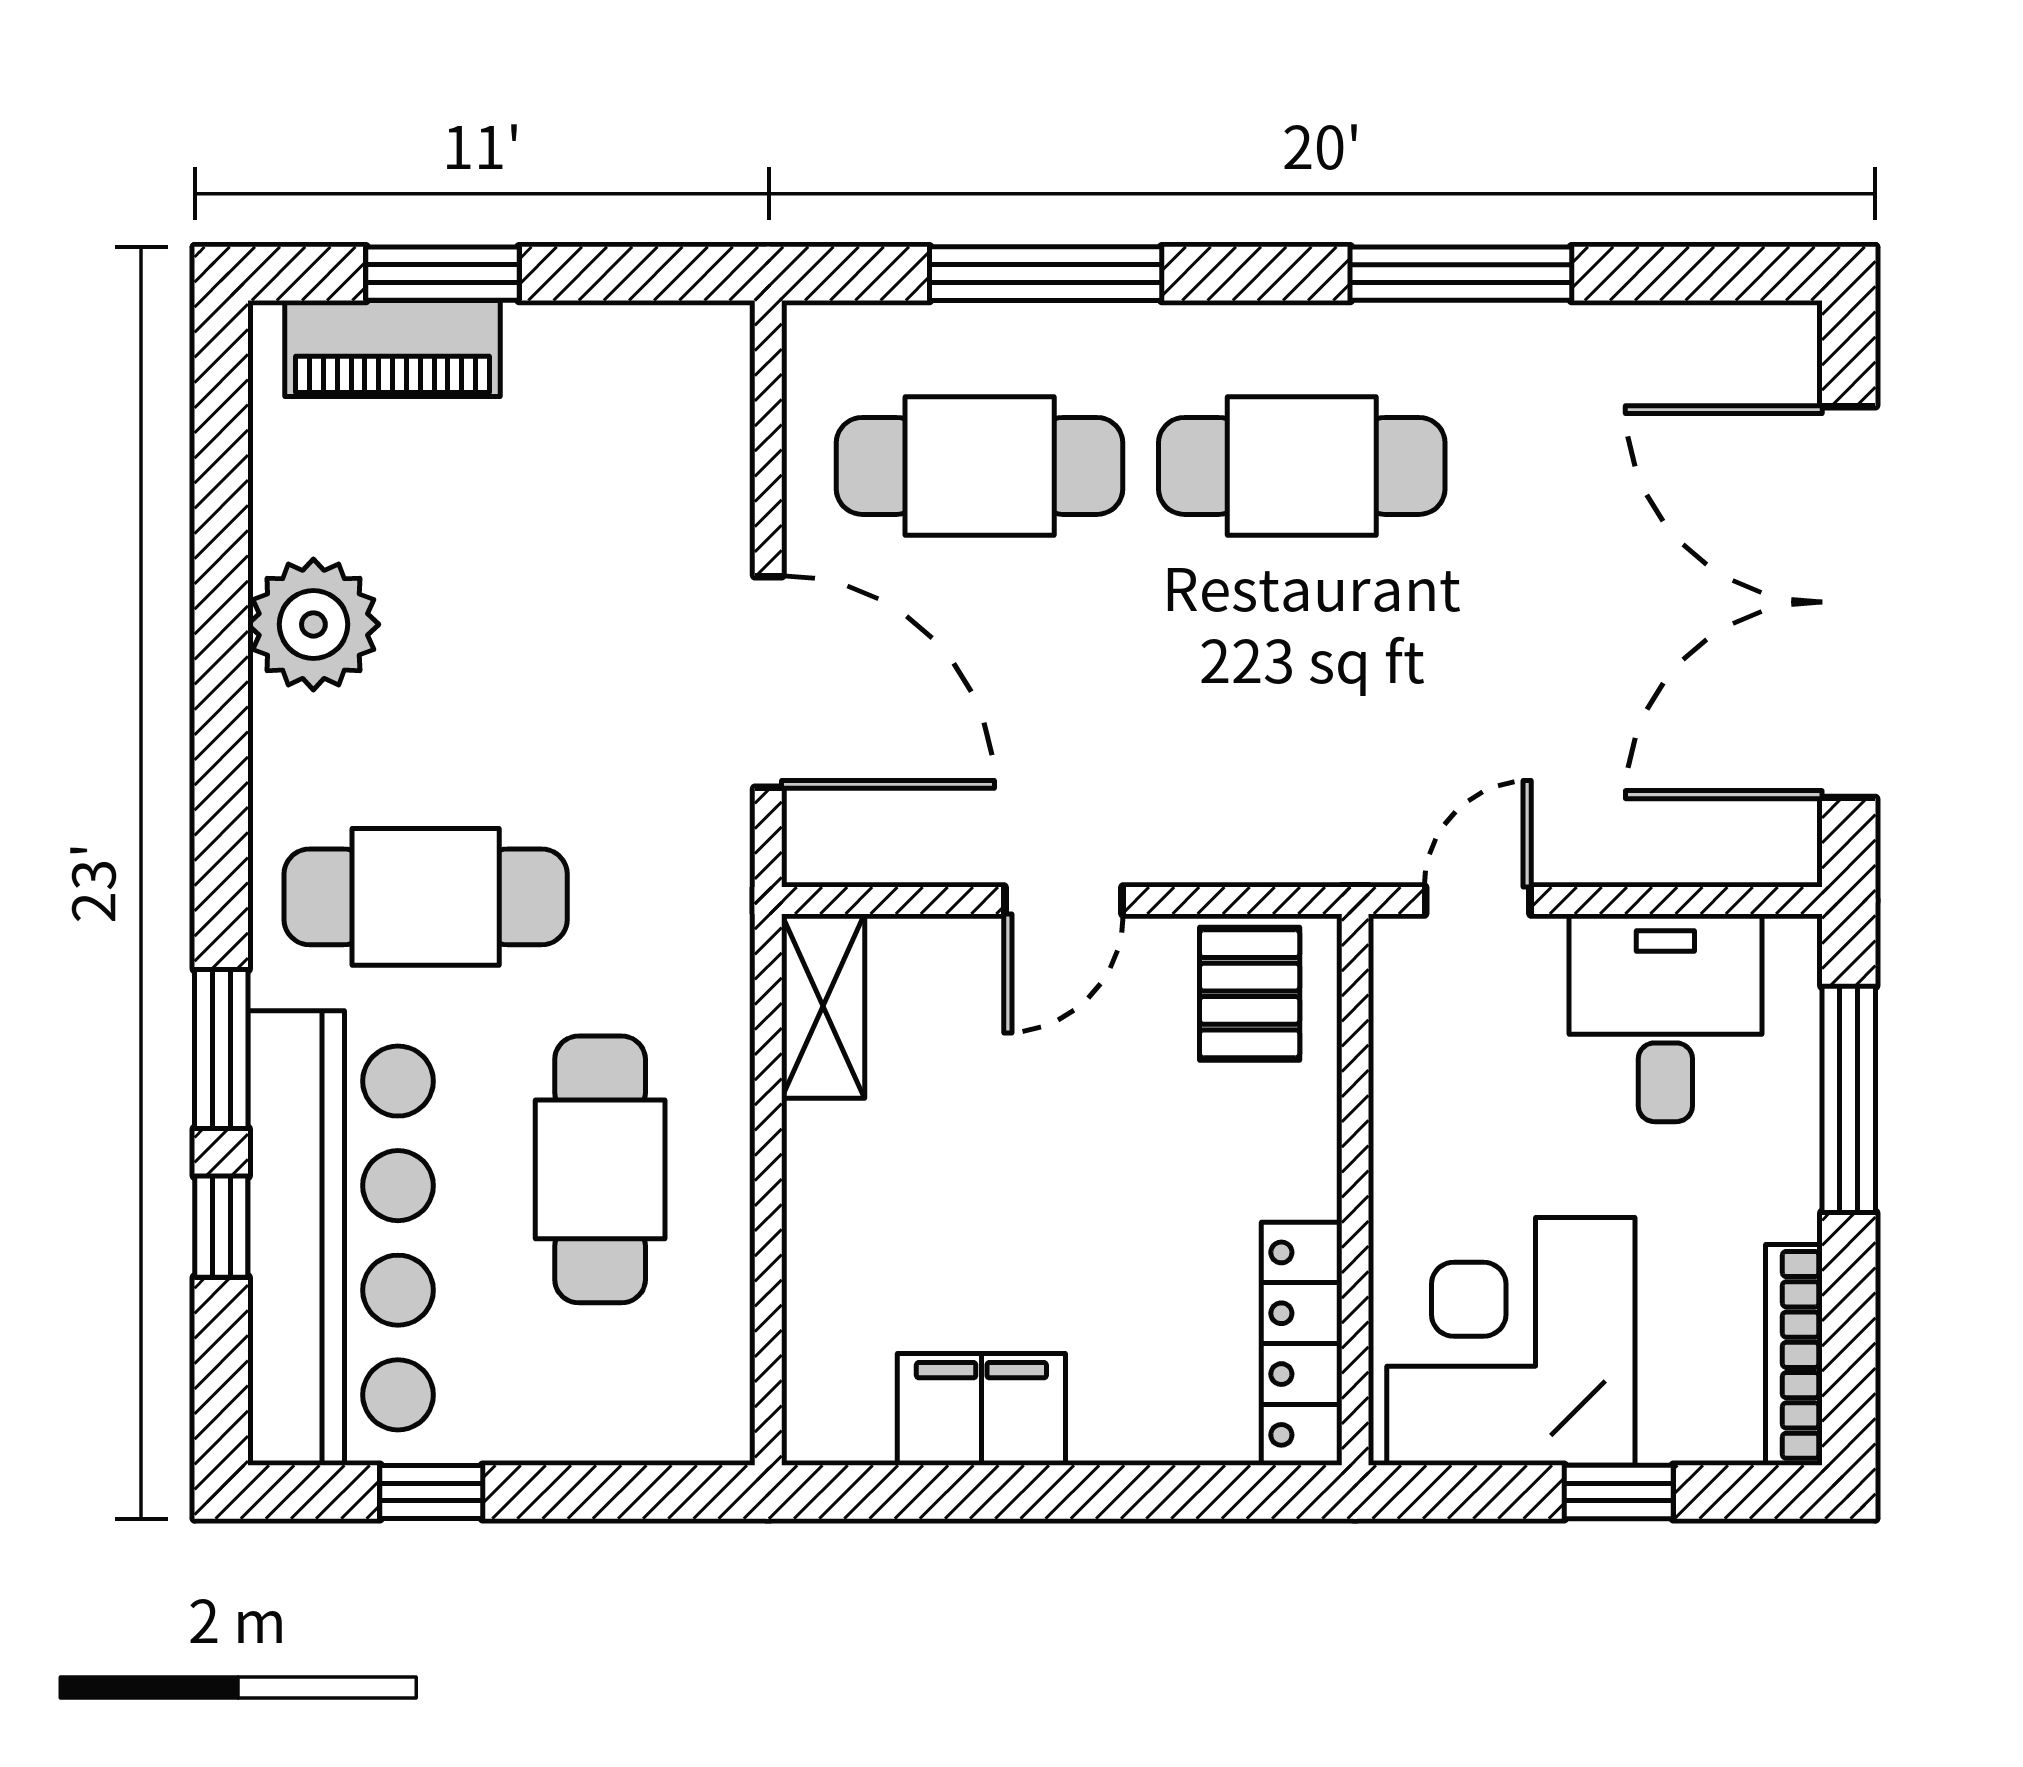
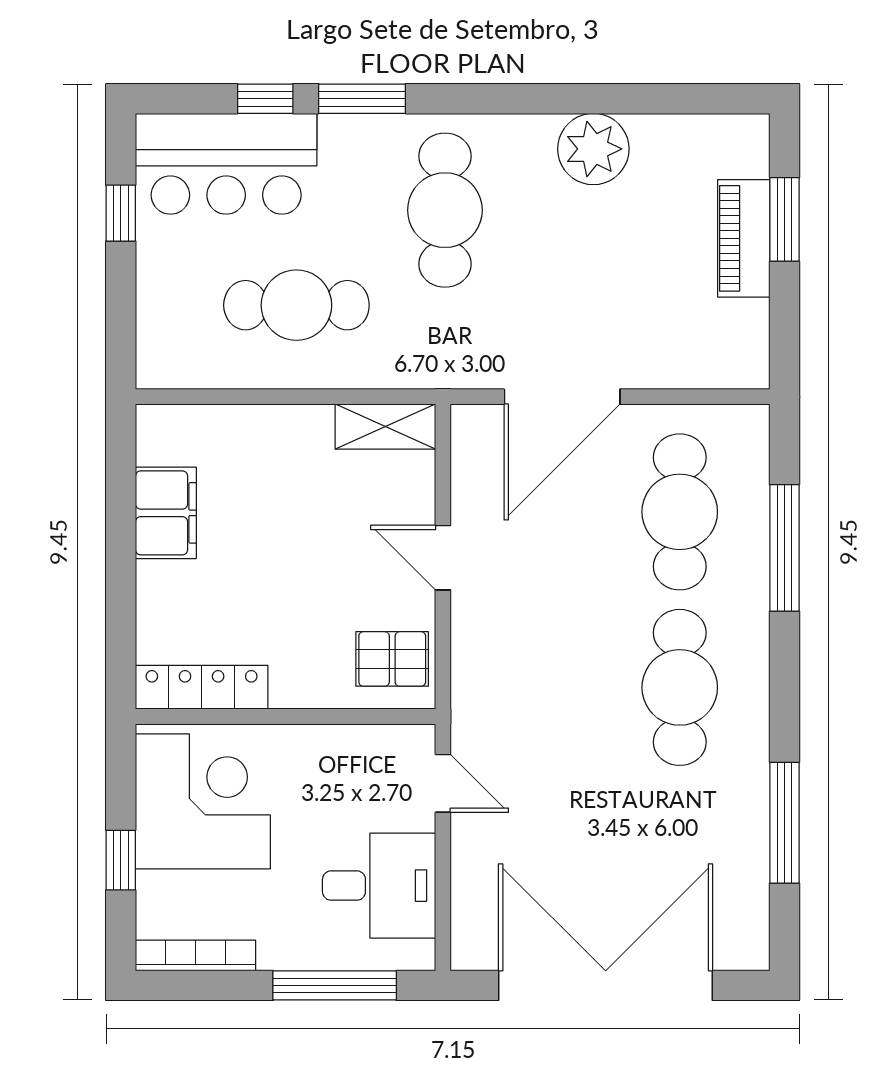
window: (1461, 274) -> (785, 823), moved
piano: (393, 348) -> (744, 238), moved
bar counter: (341, 1238) -> (226, 164), width x0.73

